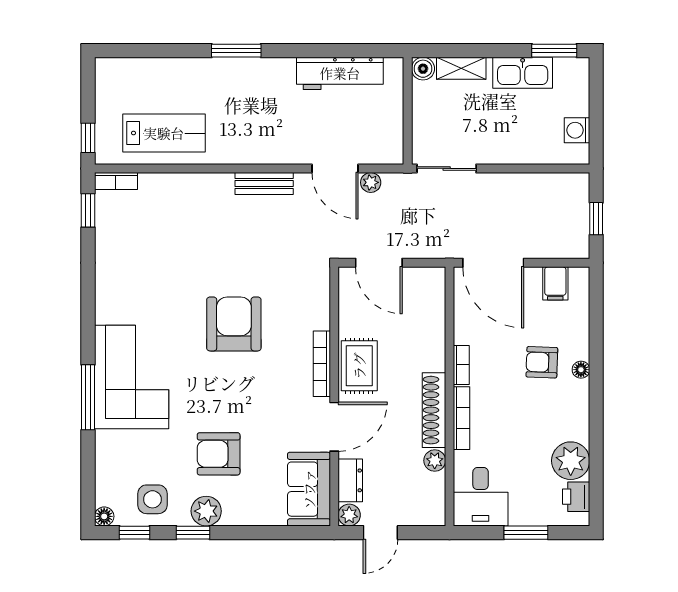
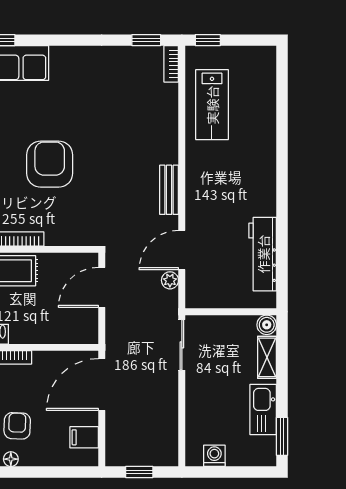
window: (236, 51) -> (282, 166), removed
armchair: (234, 324) -> (50, 164), turned -90

